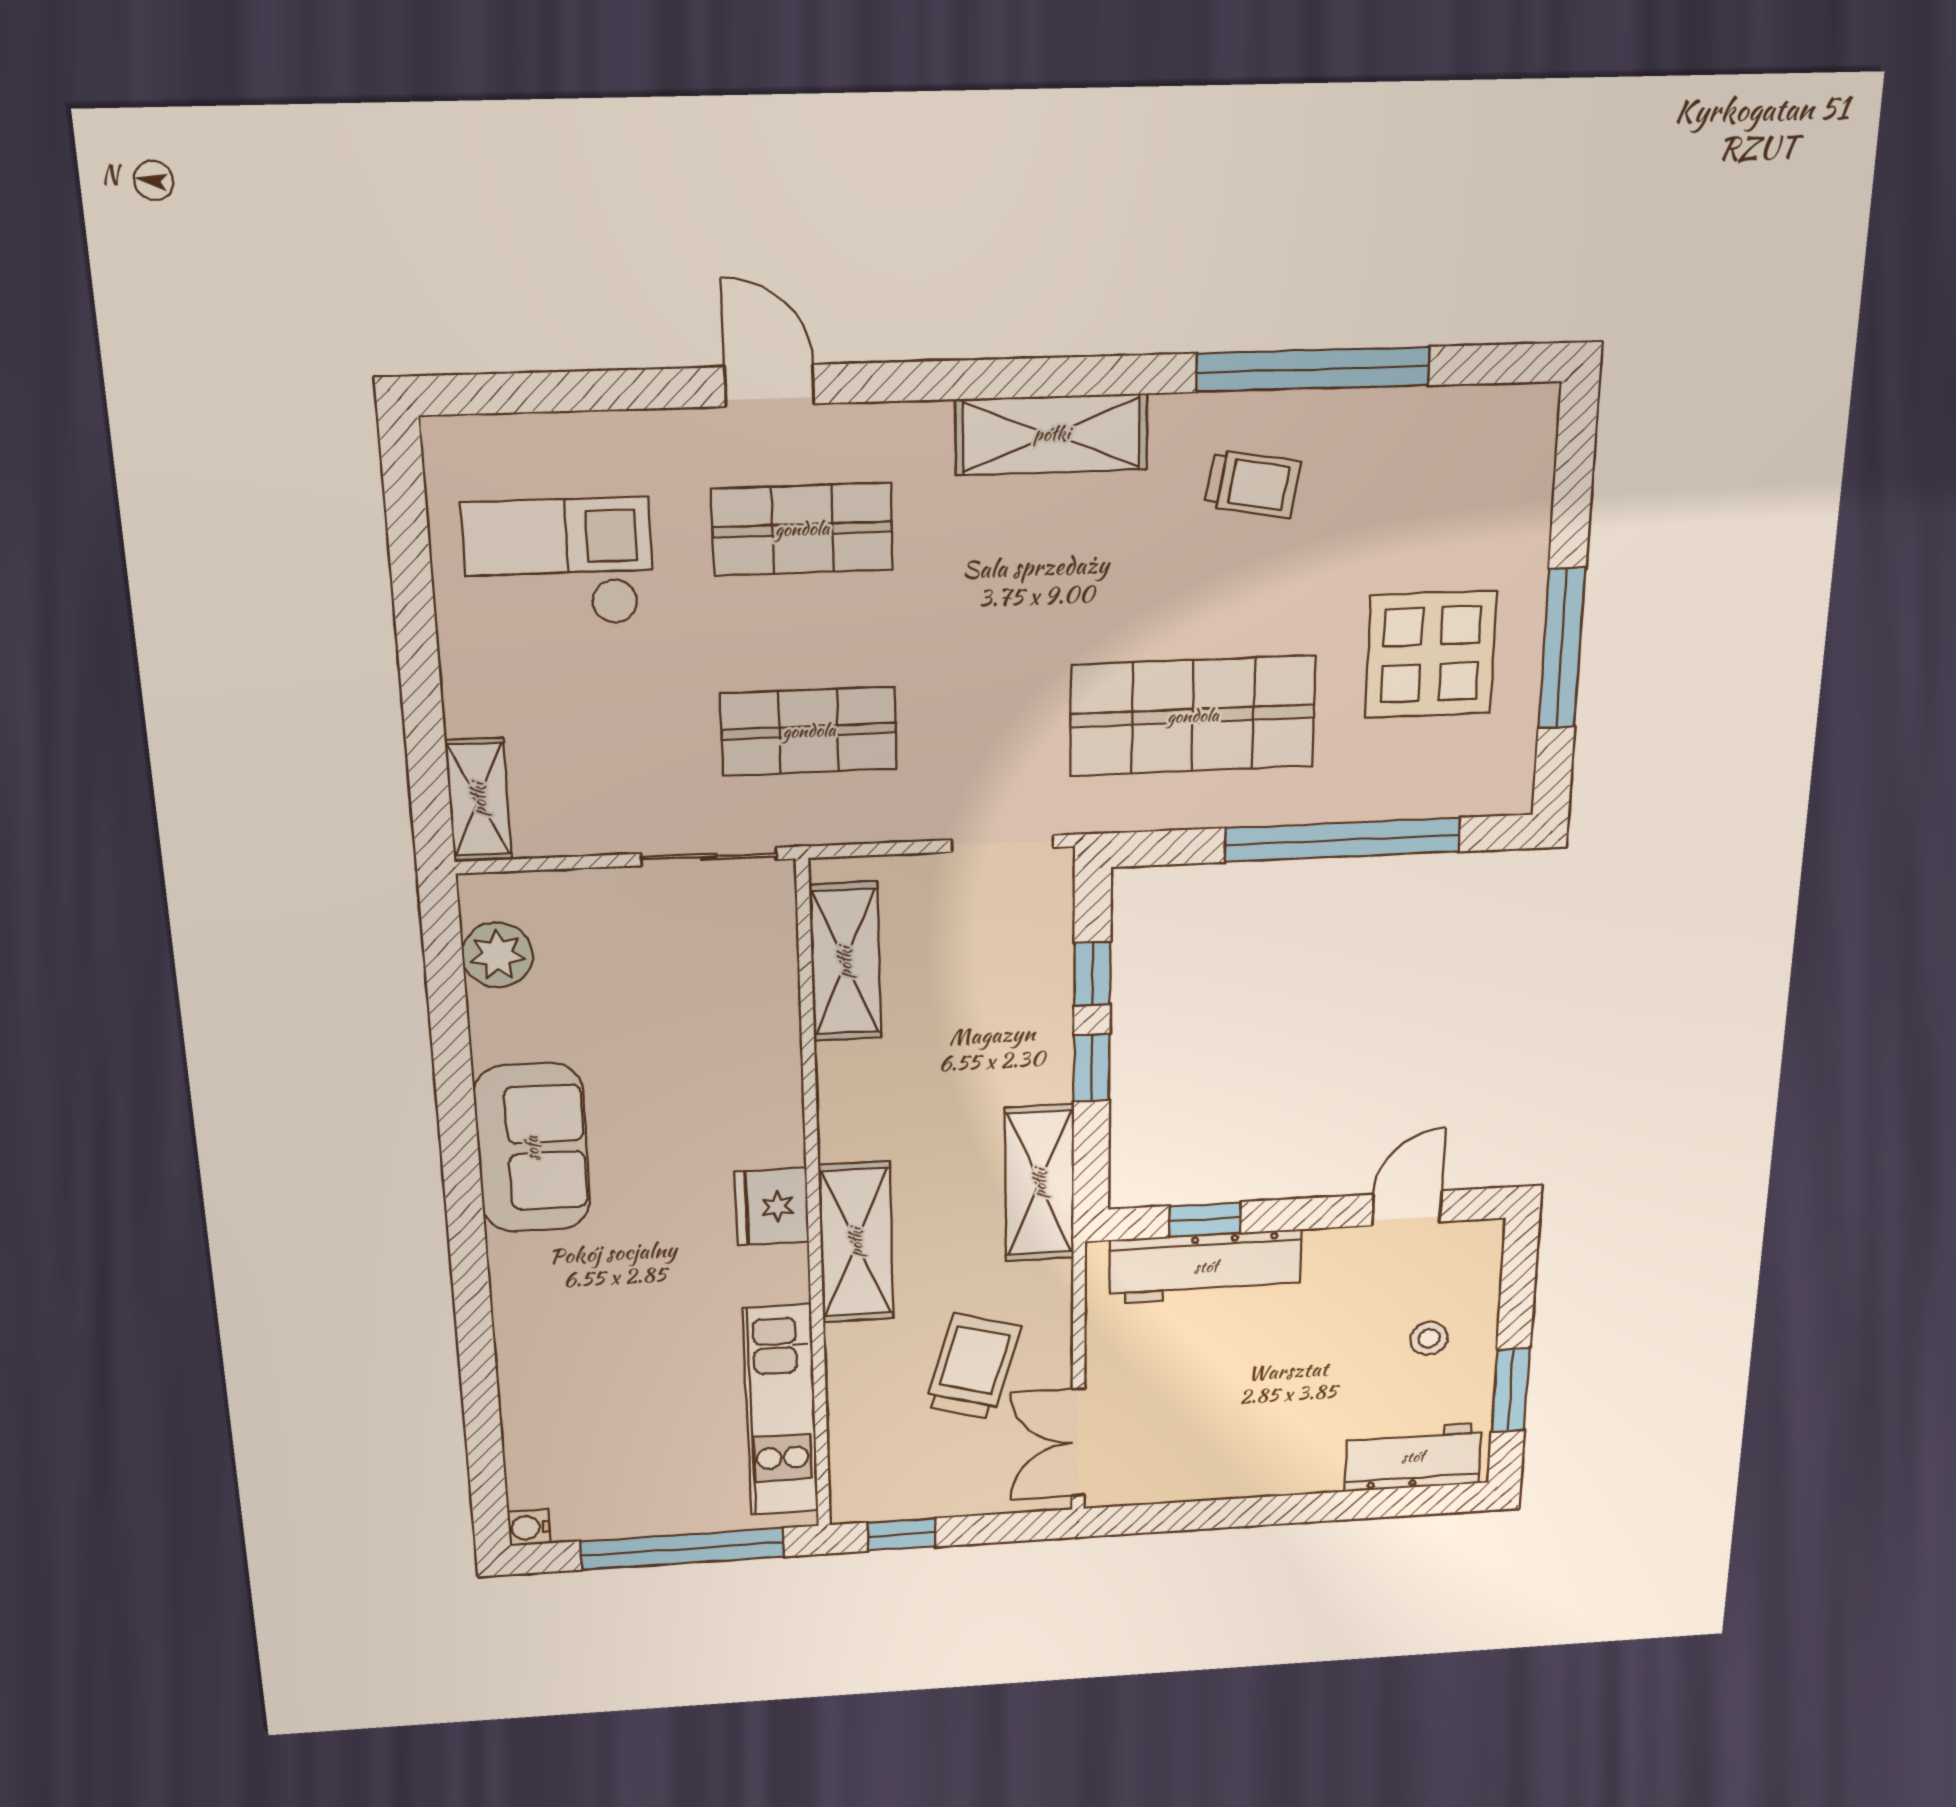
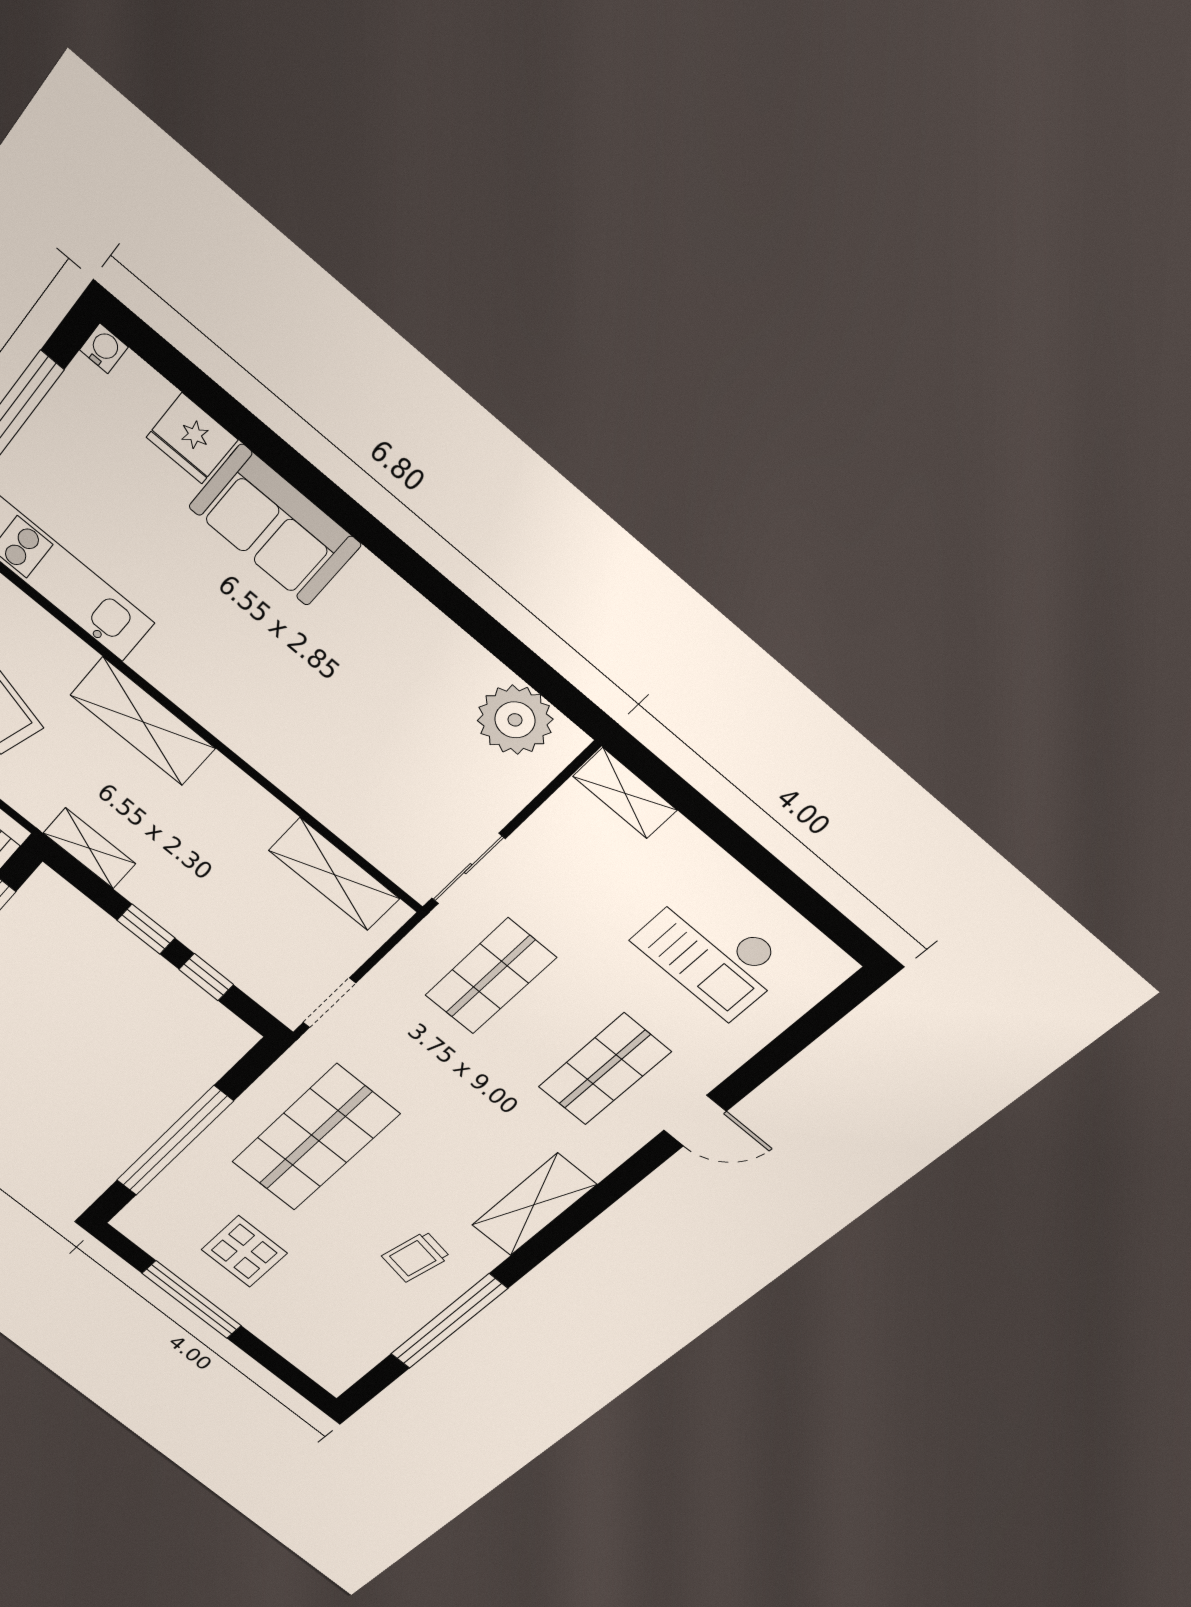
checkout: (559, 563) -> (712, 953), turned 90
display table: (1431, 655) -> (244, 1251), width x0.73, depth x0.73
plant: (497, 955) -> (515, 720), width x1.36, depth x1.36
sofa: (532, 1148) -> (275, 526), moved
shelving: (1040, 1183) -> (90, 848), width x0.67, depth x0.75
fridge: (772, 1207) -> (192, 438), moved, turned 180

